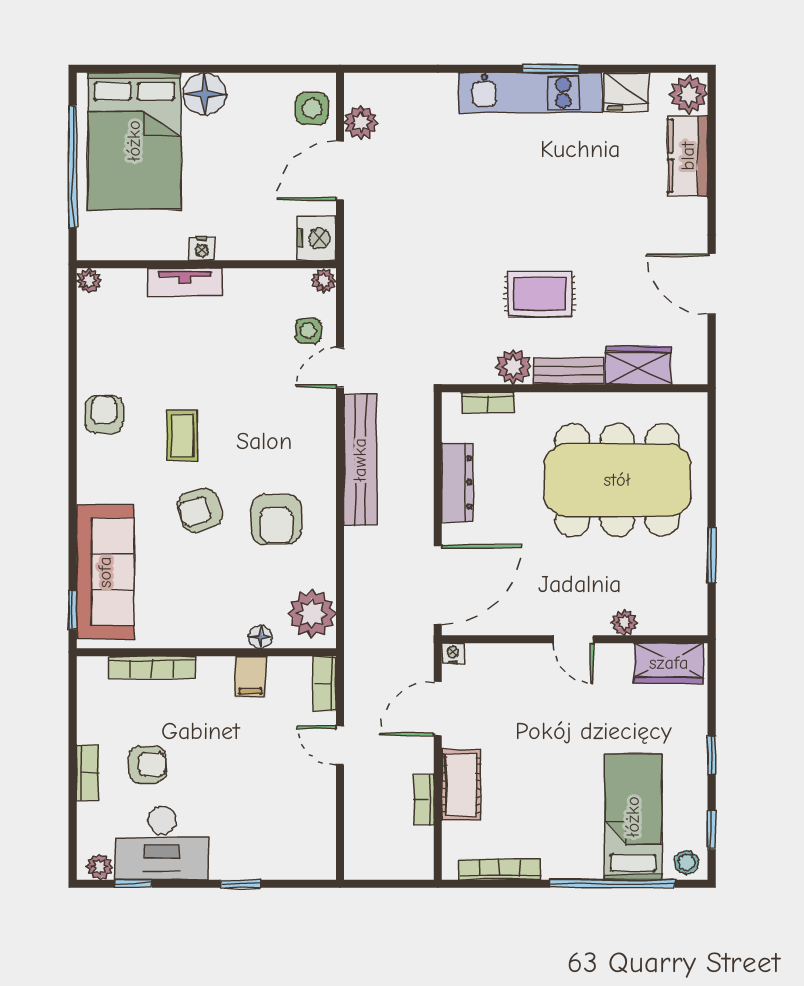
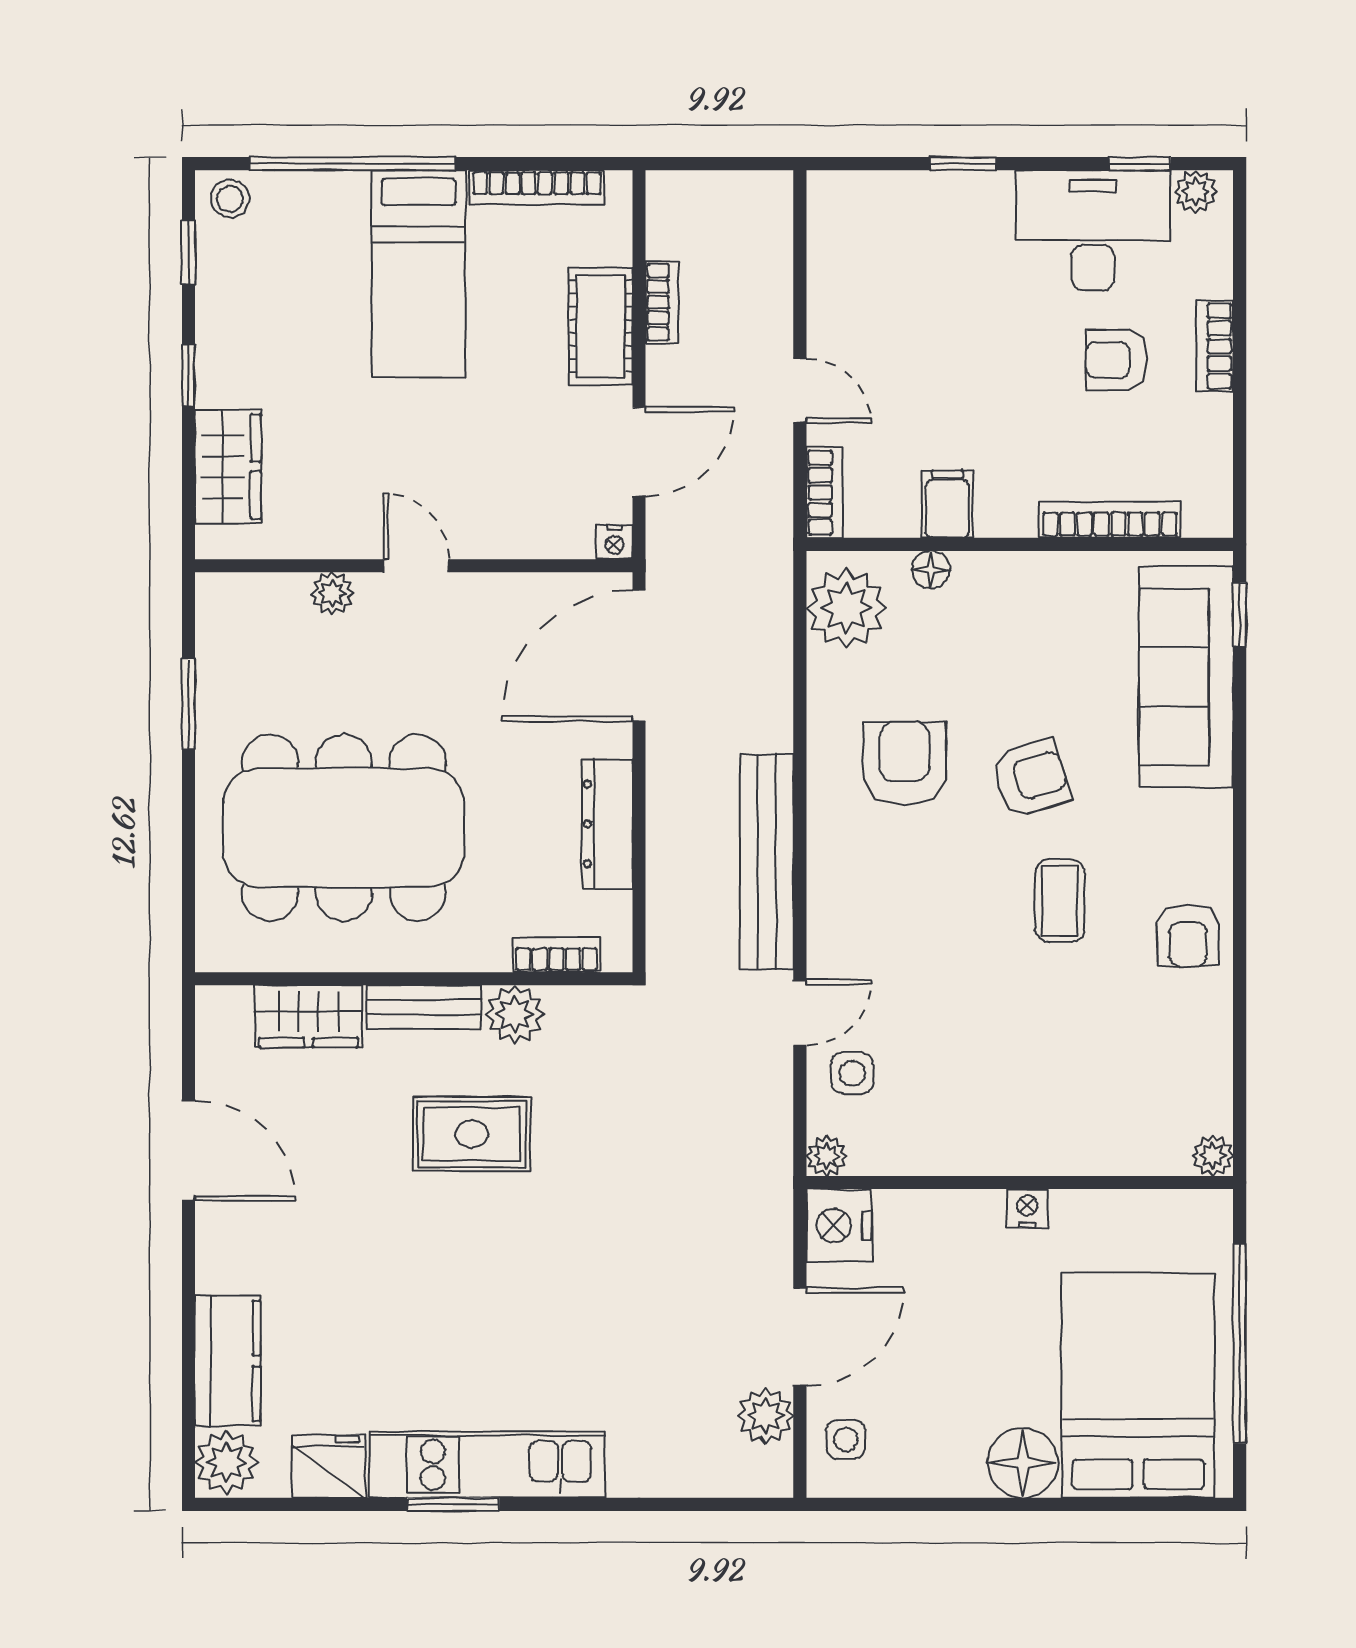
side table: (312, 108) -> (846, 1439), width x0.73, depth x0.73
tv unit: (185, 282) -> (1055, 1153), removed
wardrobe: (669, 663) -> (228, 467), moved, turned 90
bed: (633, 817) -> (418, 274), moved

